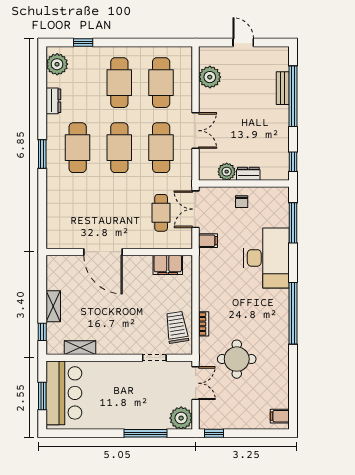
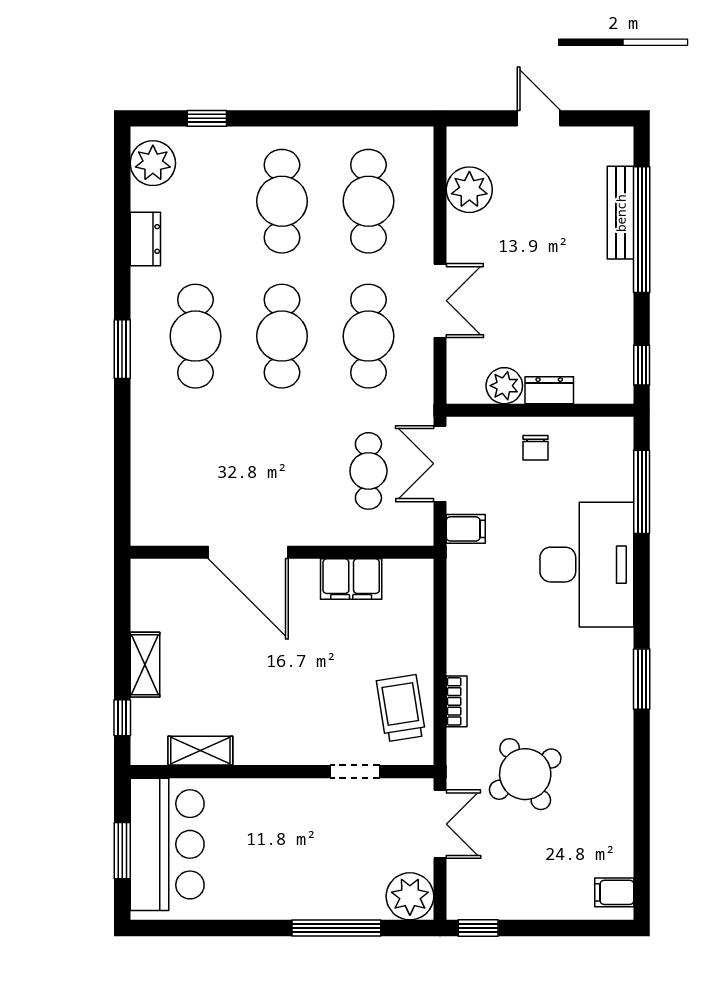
bench: (283, 88) -> (621, 213), width x1.36
filing cabinet: (168, 265) -> (351, 579), moved
window: (293, 313) -> (642, 679), width x0.47
round table: (237, 359) -> (525, 774), turned -31

